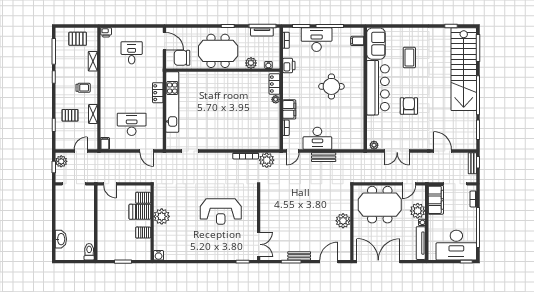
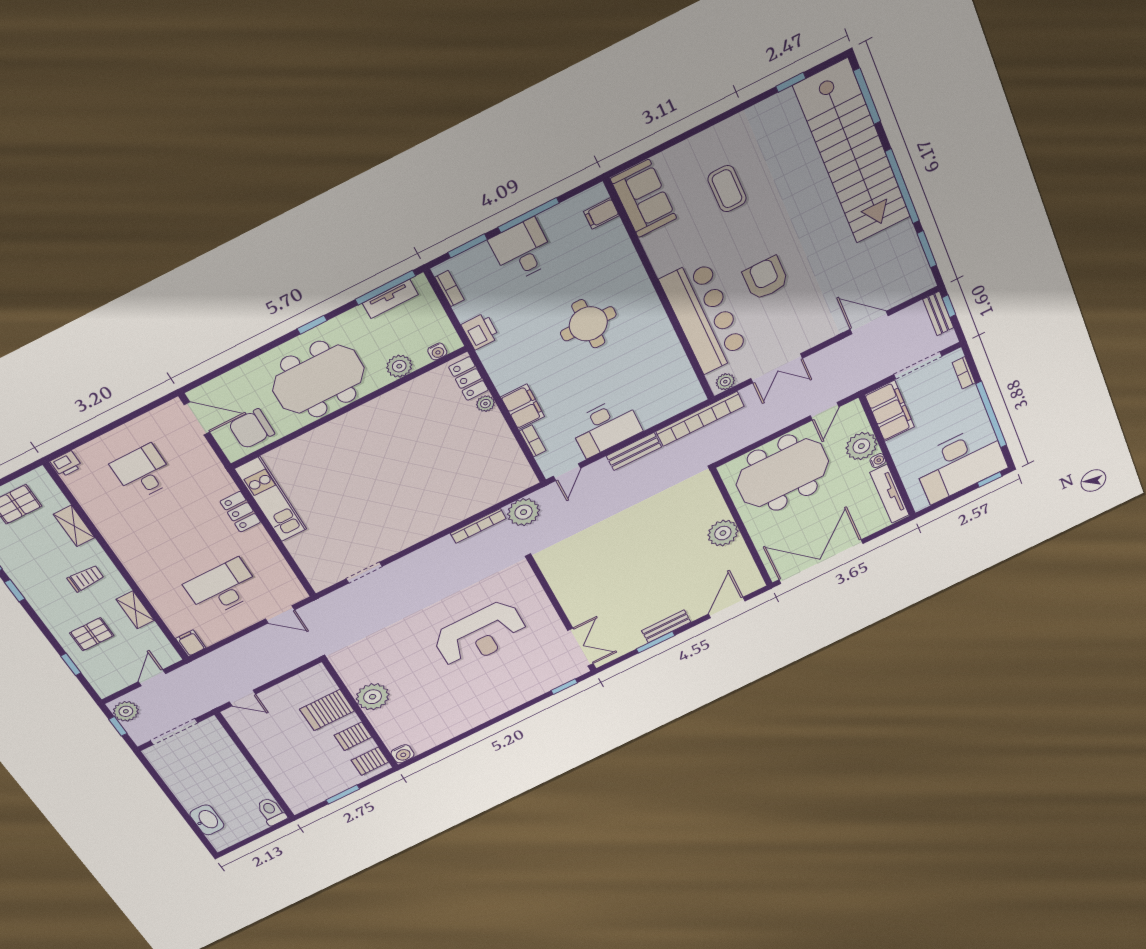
desk: (317, 40) -> (522, 250), width x0.73
bar counter: (378, 88) -> (704, 316), moved
kitchen unit: (172, 102) -> (271, 499), width x0.73
bookcase: (357, 157) -> (700, 419), added
server rack: (143, 198) -> (370, 761), moved

